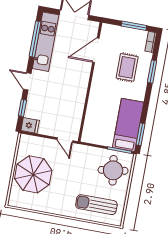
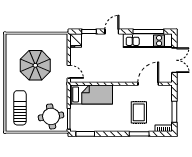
door: (96, 50) -> (148, 84), hinge flipped
rug: (127, 67) -> (139, 112), turned 90
bed: (128, 125) -> (91, 94), moved
door: (65, 140) -> (69, 72), swing flipped
parasol: (33, 174) -> (35, 65), moved

